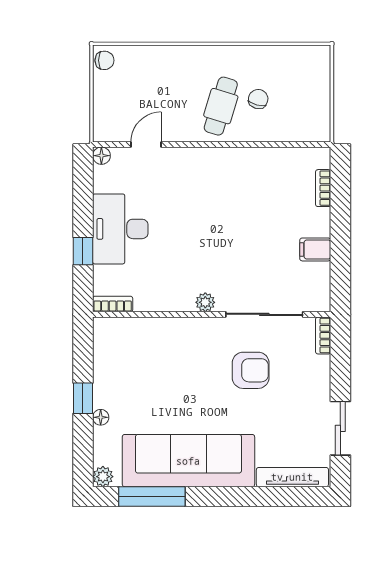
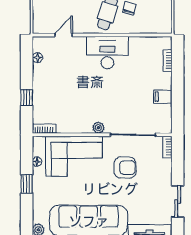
floor lamp: (101, 156) -> (37, 58), moved
desk: (120, 229) -> (107, 53), moved, turned 90
corner sofa: (163, 351) -> (74, 156), added
floor lamp: (101, 417) -> (37, 162), moved

